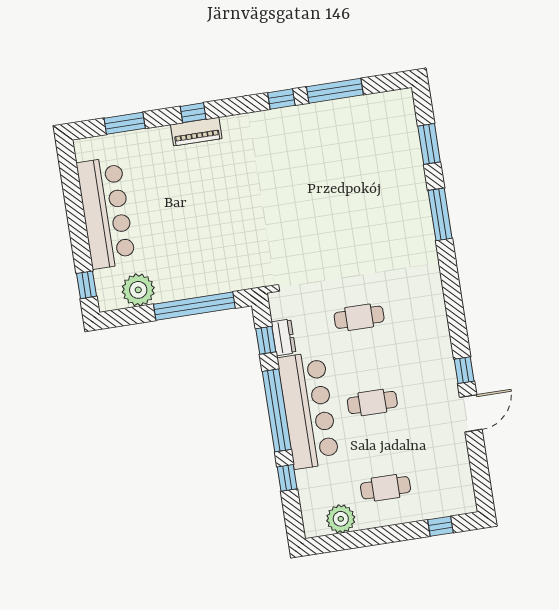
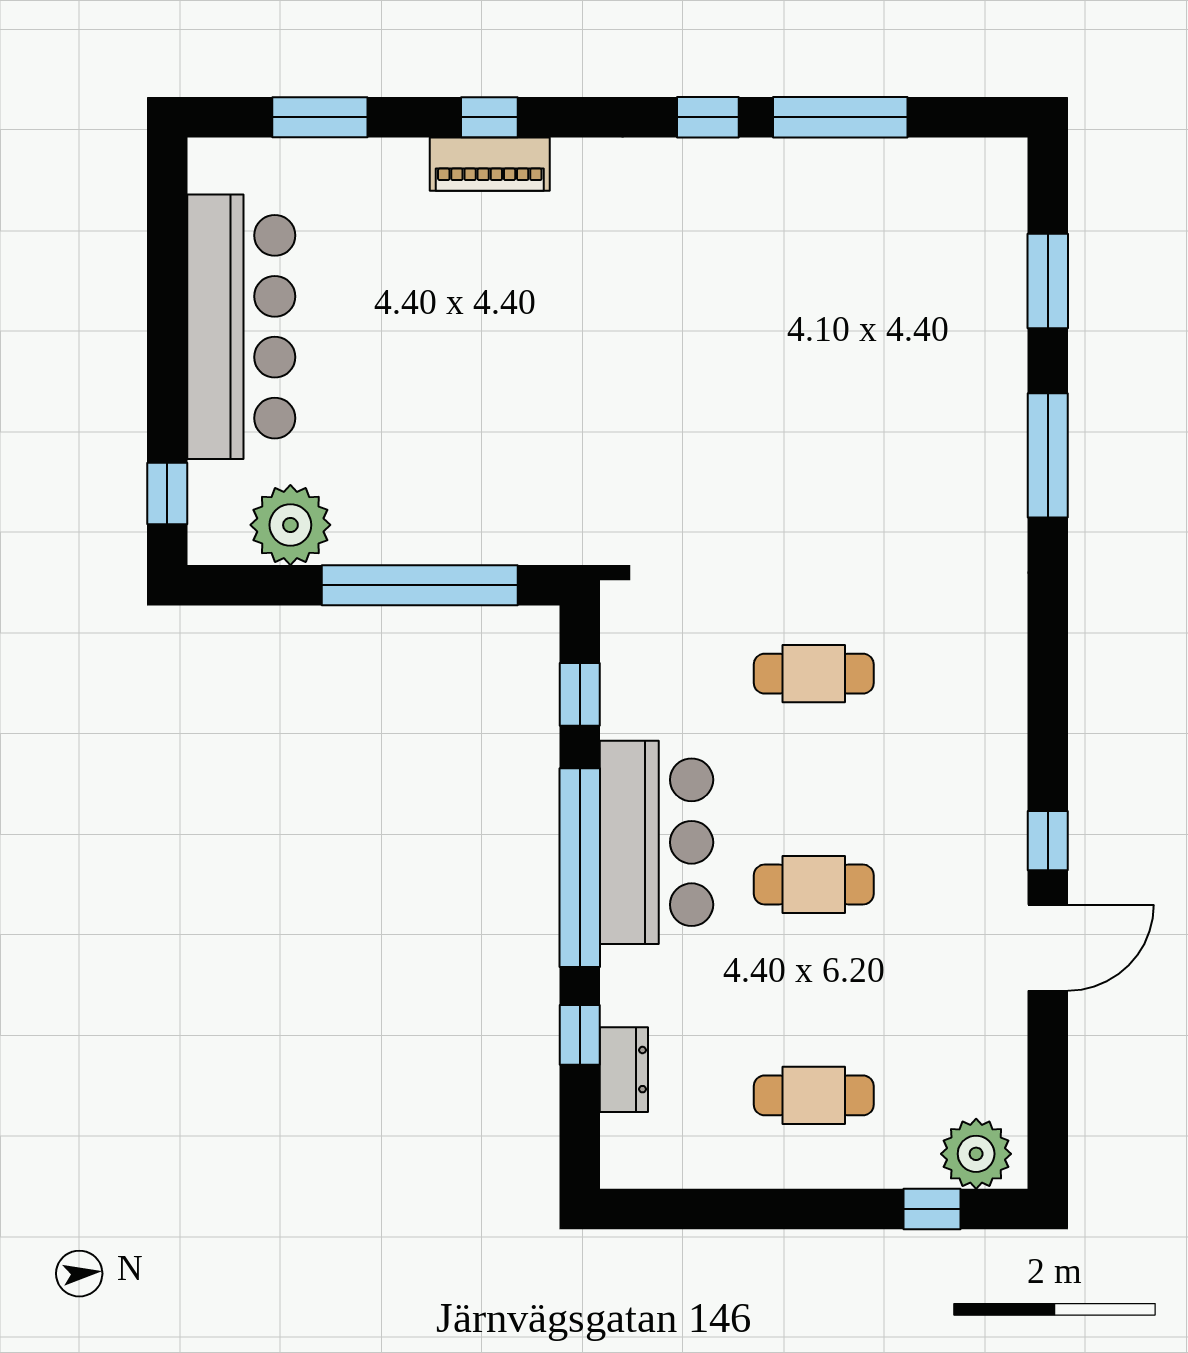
dresser: (284, 337) -> (624, 1070), moved
bar counter: (308, 410) -> (656, 842), width x0.73
plant: (341, 519) -> (976, 1154), moved

